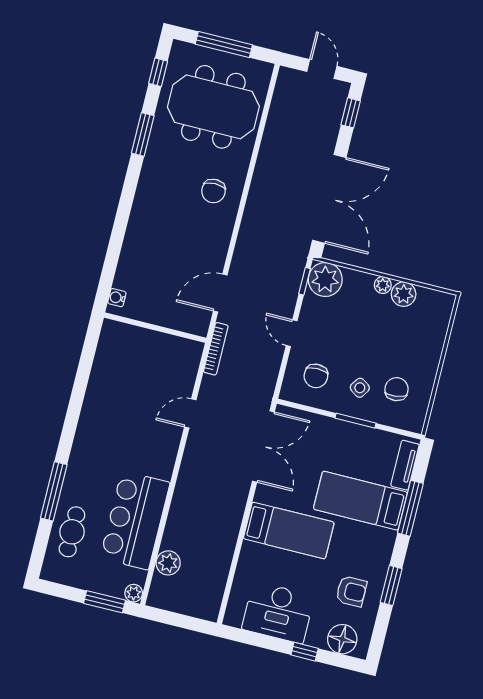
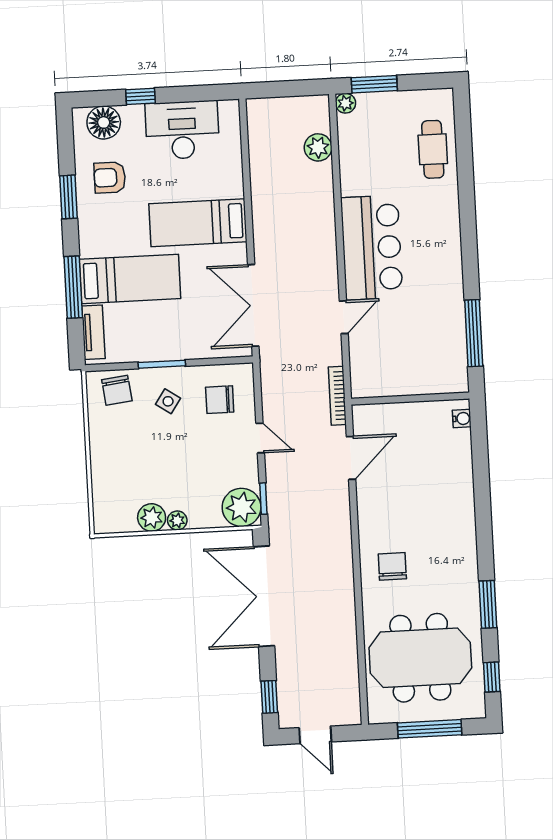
chair: (316, 376) -> (220, 400), turned -90
chair: (397, 389) -> (117, 390), moved
window: (54, 491) -> (474, 333), moved
bar counter: (135, 520) -> (372, 248), moved

